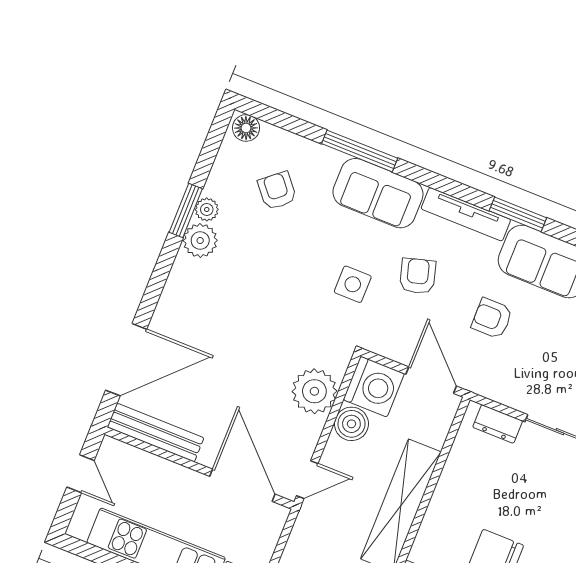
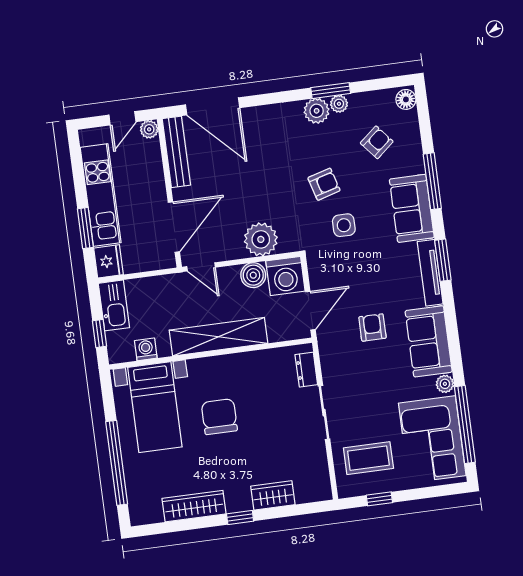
window: (518, 214) -> (443, 260), moved
armchair: (418, 276) -> (324, 184), moved
plant: (111, 450) -> (149, 129), added

